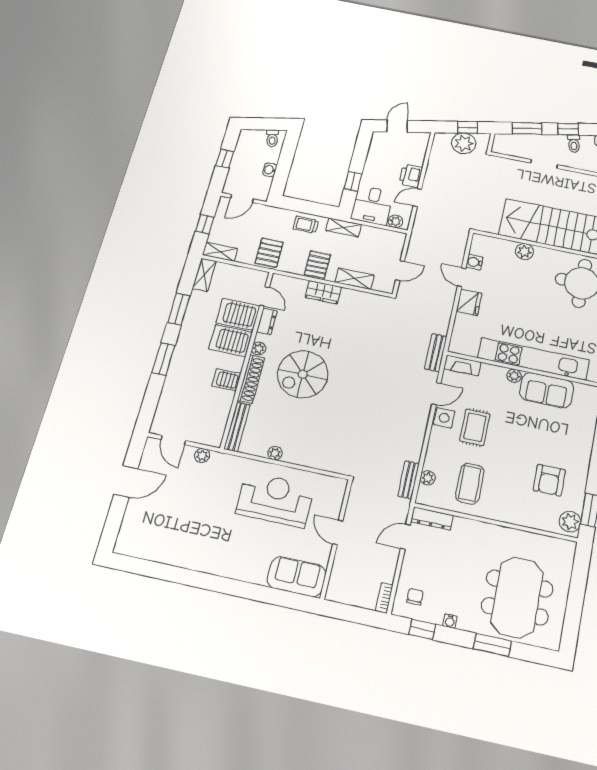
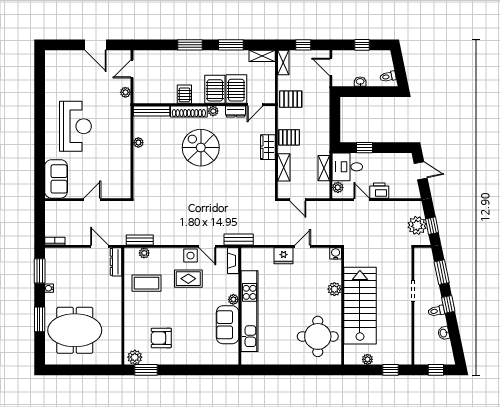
trolley: (306, 225) -> (320, 121), removed
shelving: (344, 228) -> (324, 168), moved
water cooler: (474, 262) -> (336, 253), moved
reception desk: (275, 500) -> (75, 126), moved
chair: (415, 597) -> (60, 261), removed
window: (422, 629) -> (40, 271), width x1.50

